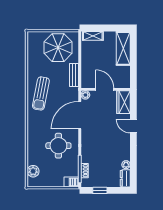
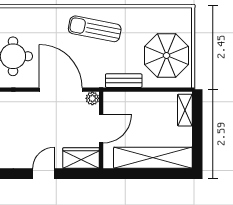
shelving: (123, 48) -> (153, 158), width x1.47

